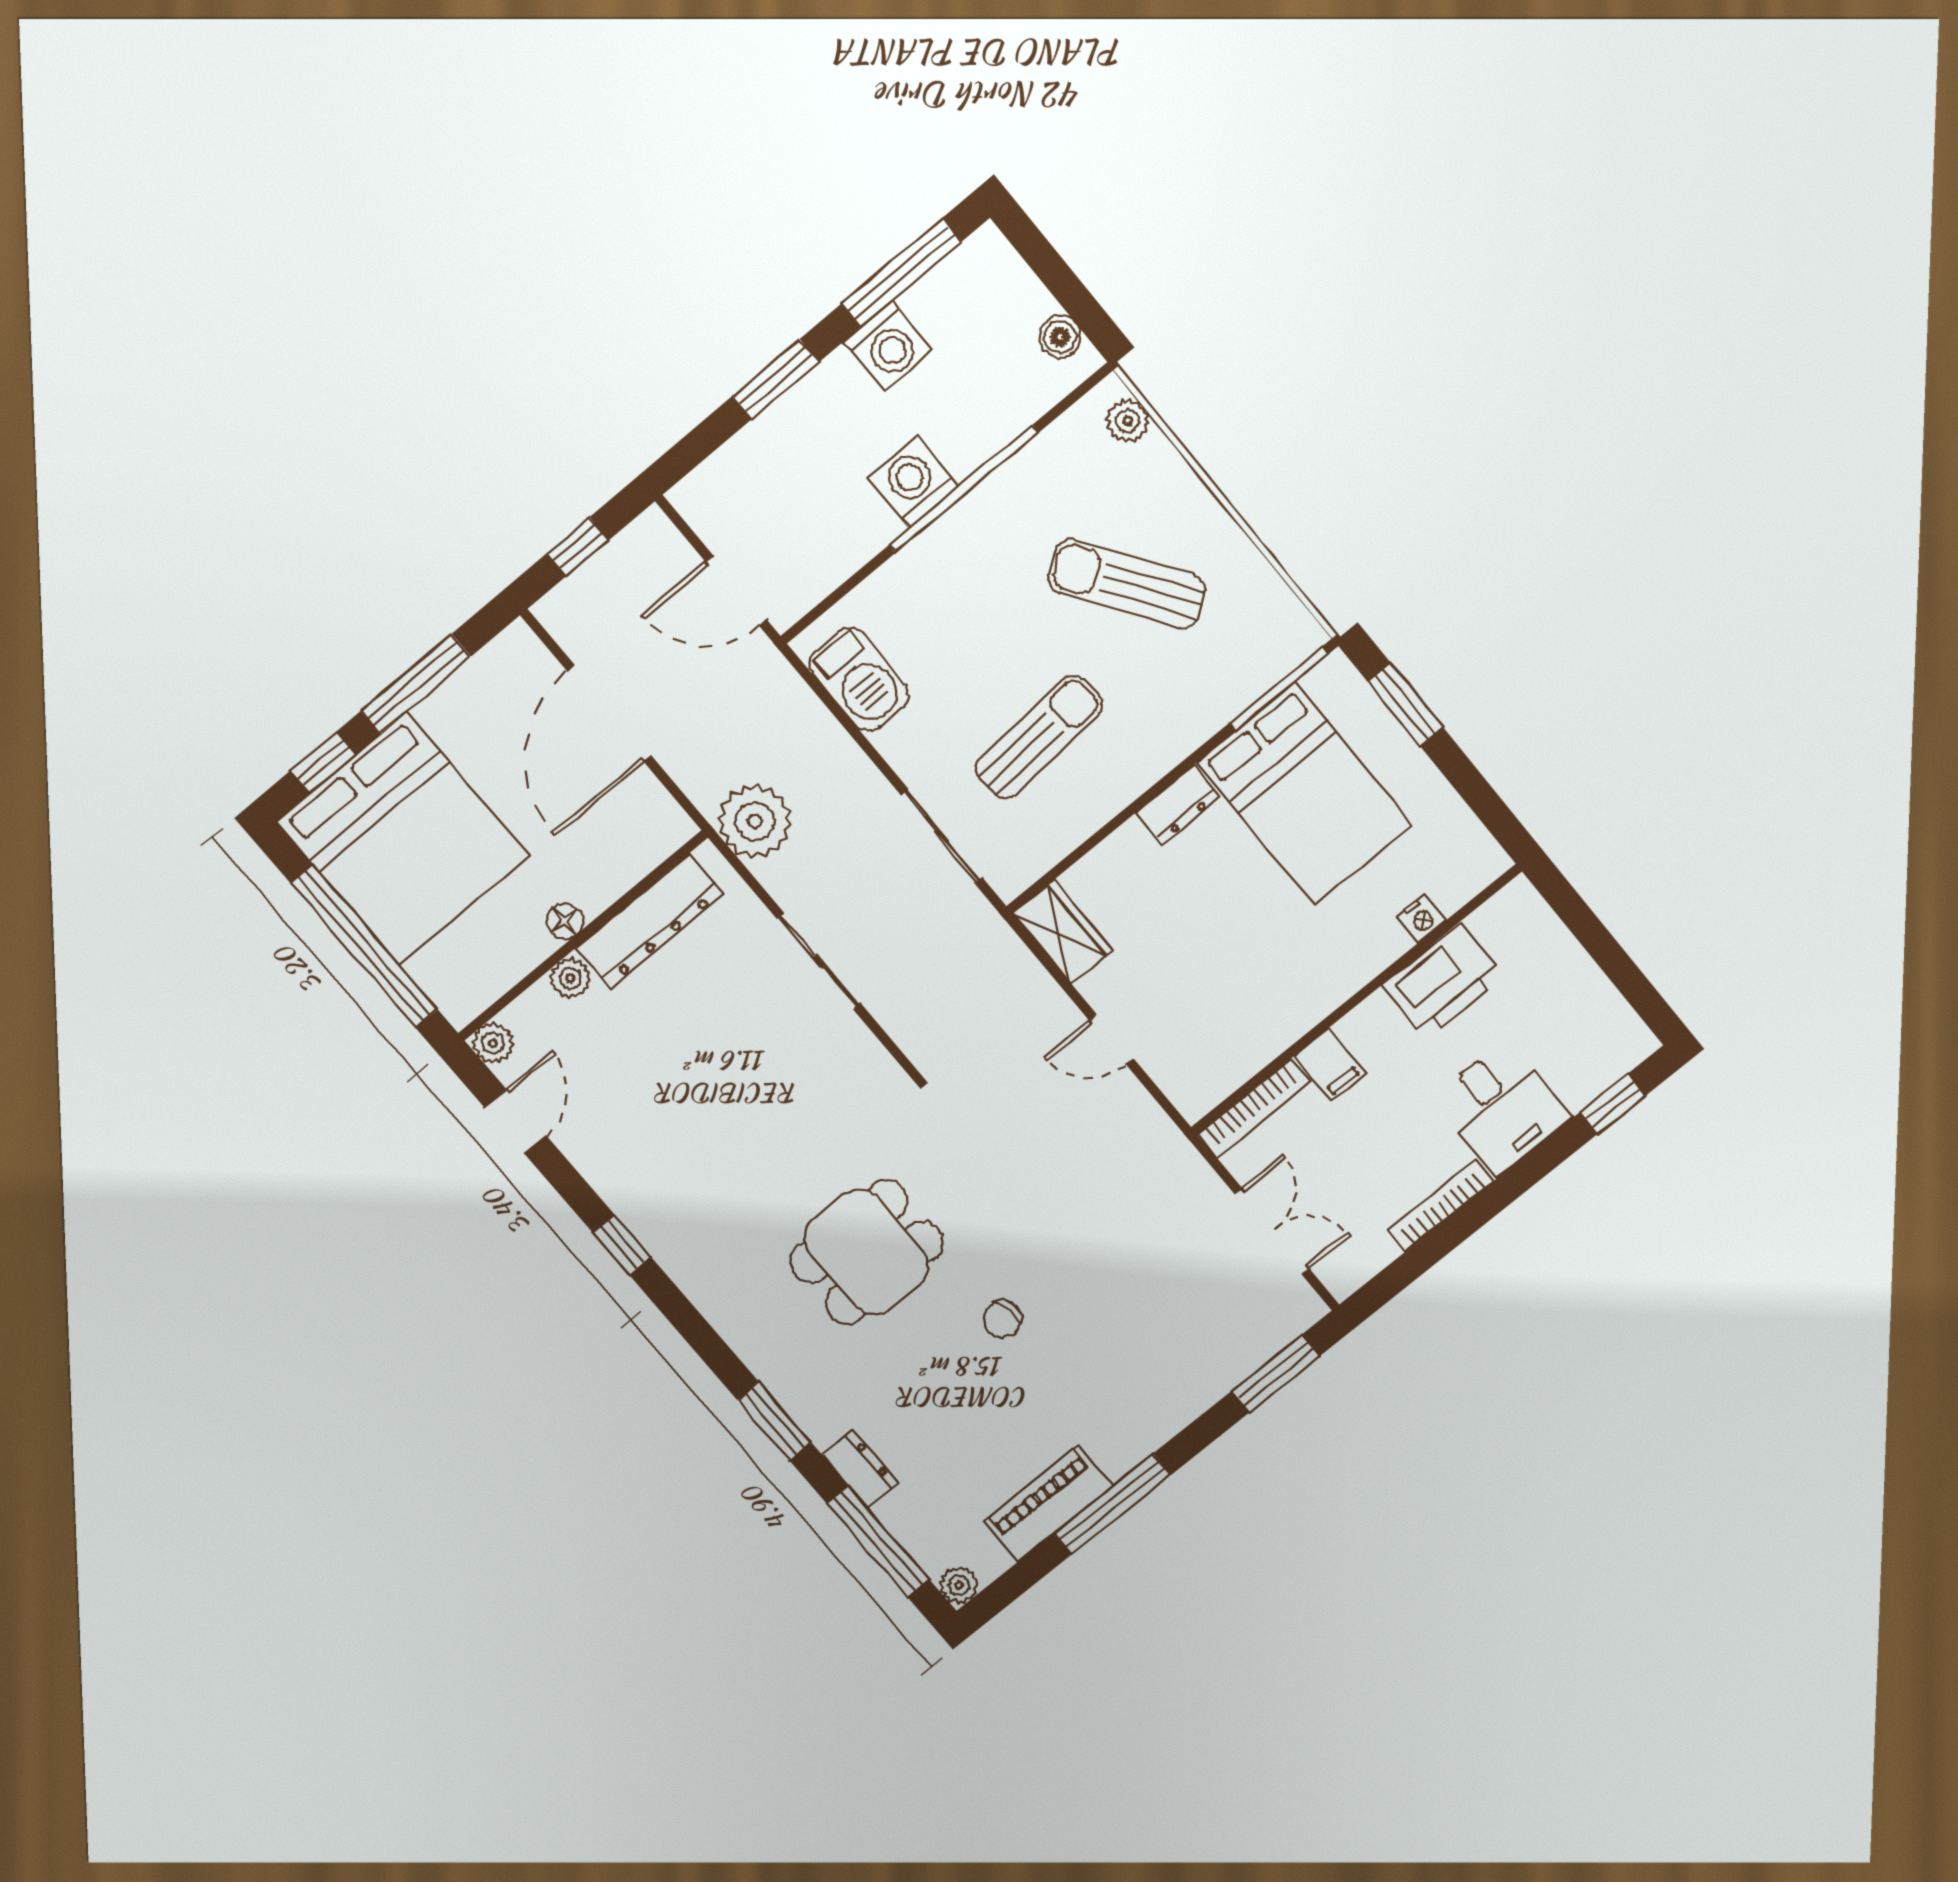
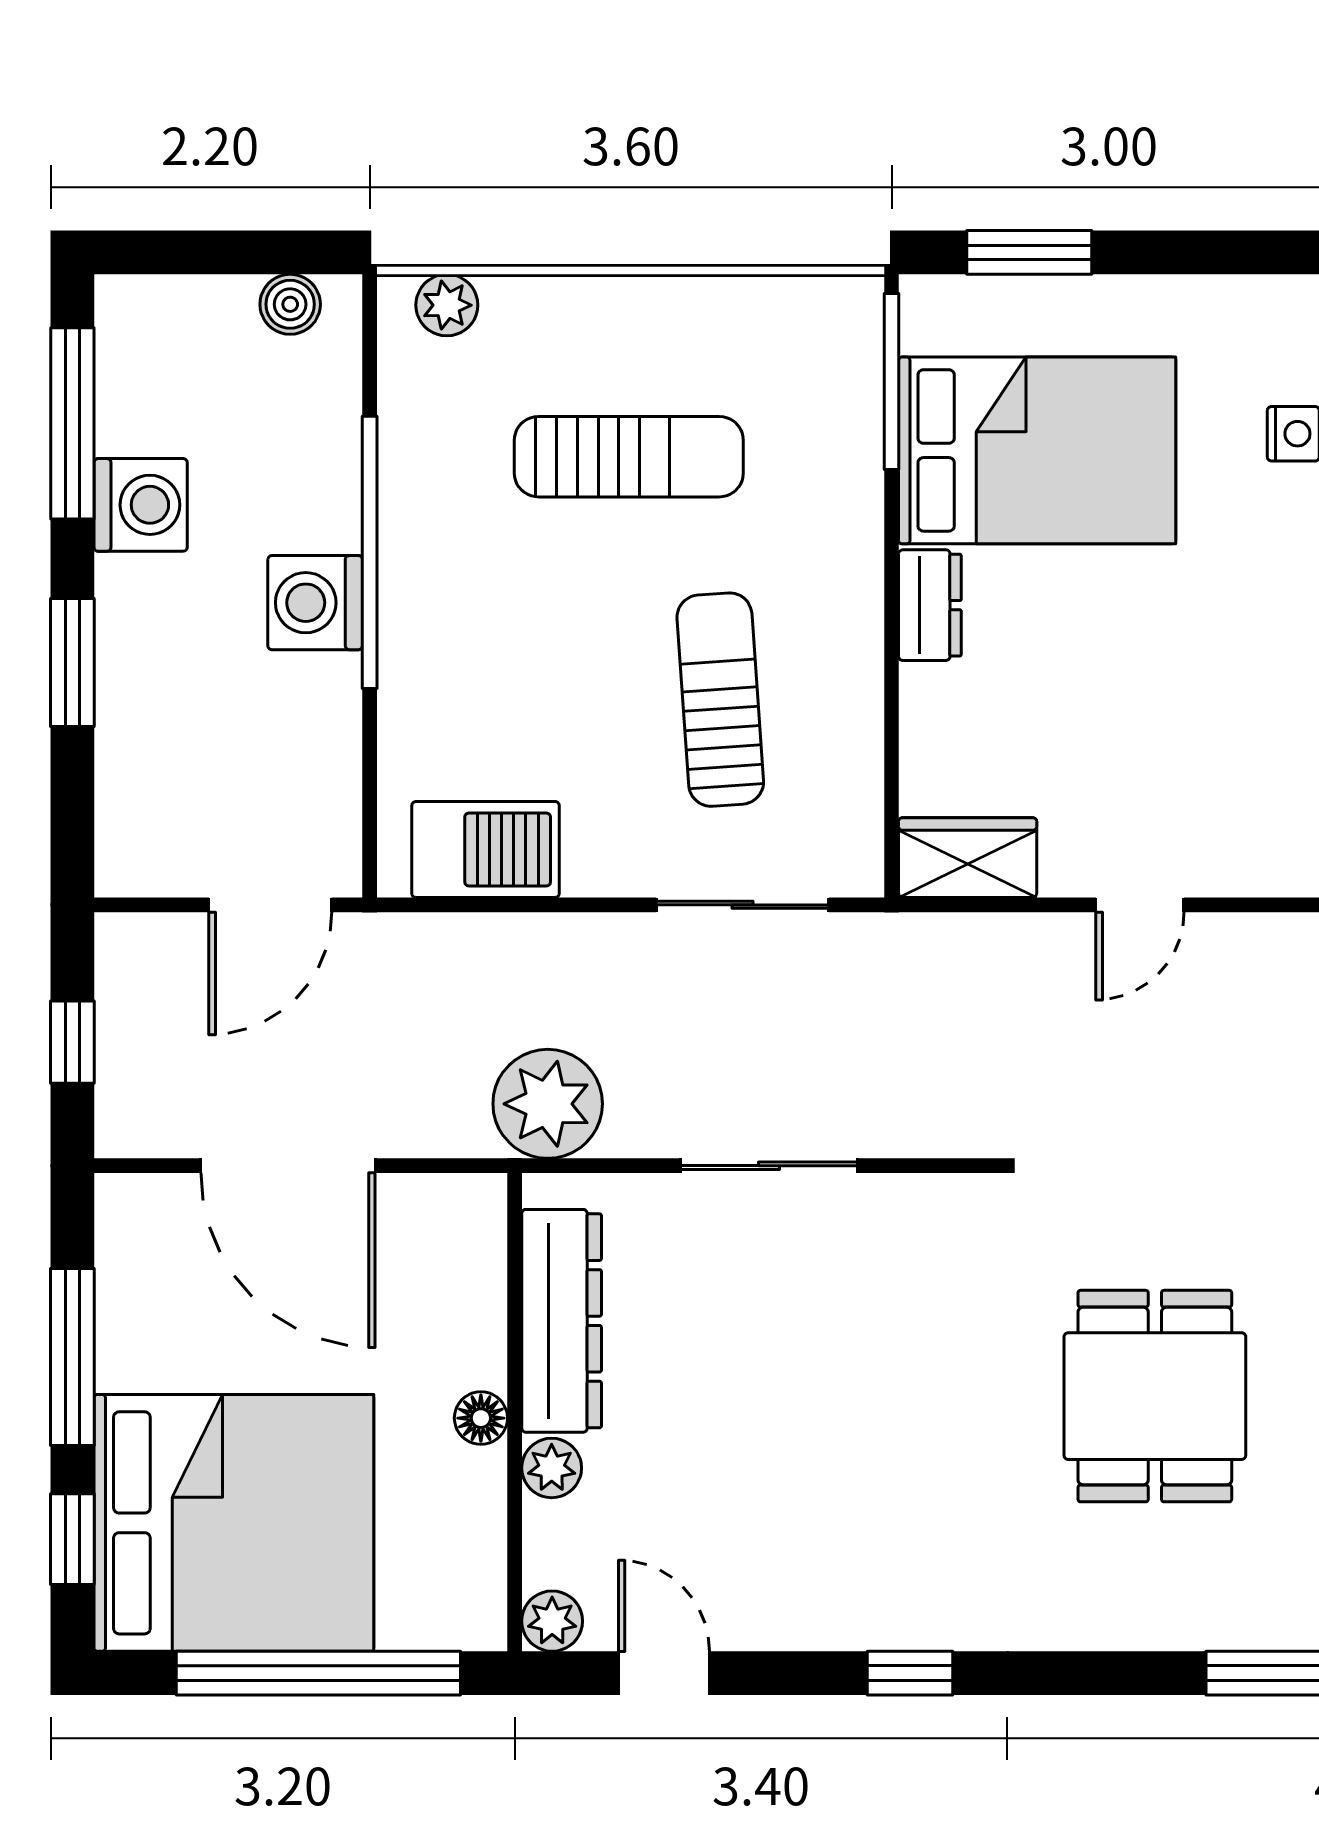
sun lounger: (1127, 584) -> (629, 457), turned -146

